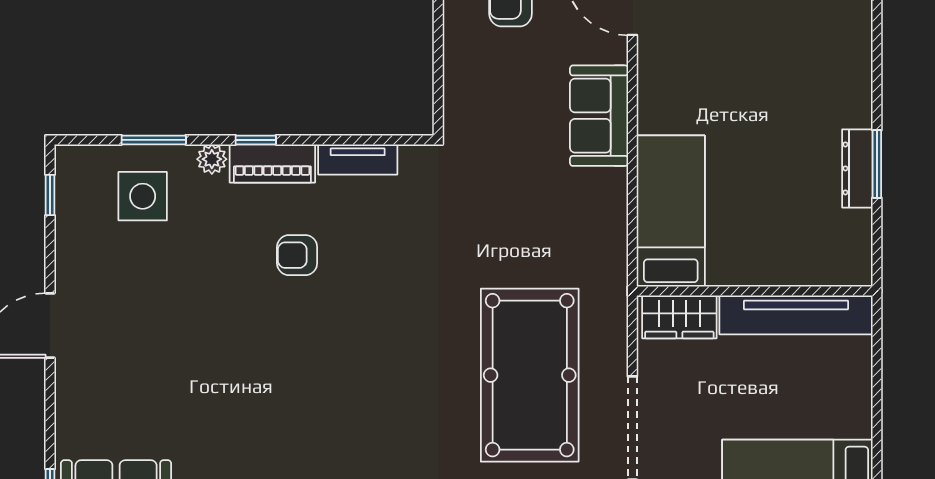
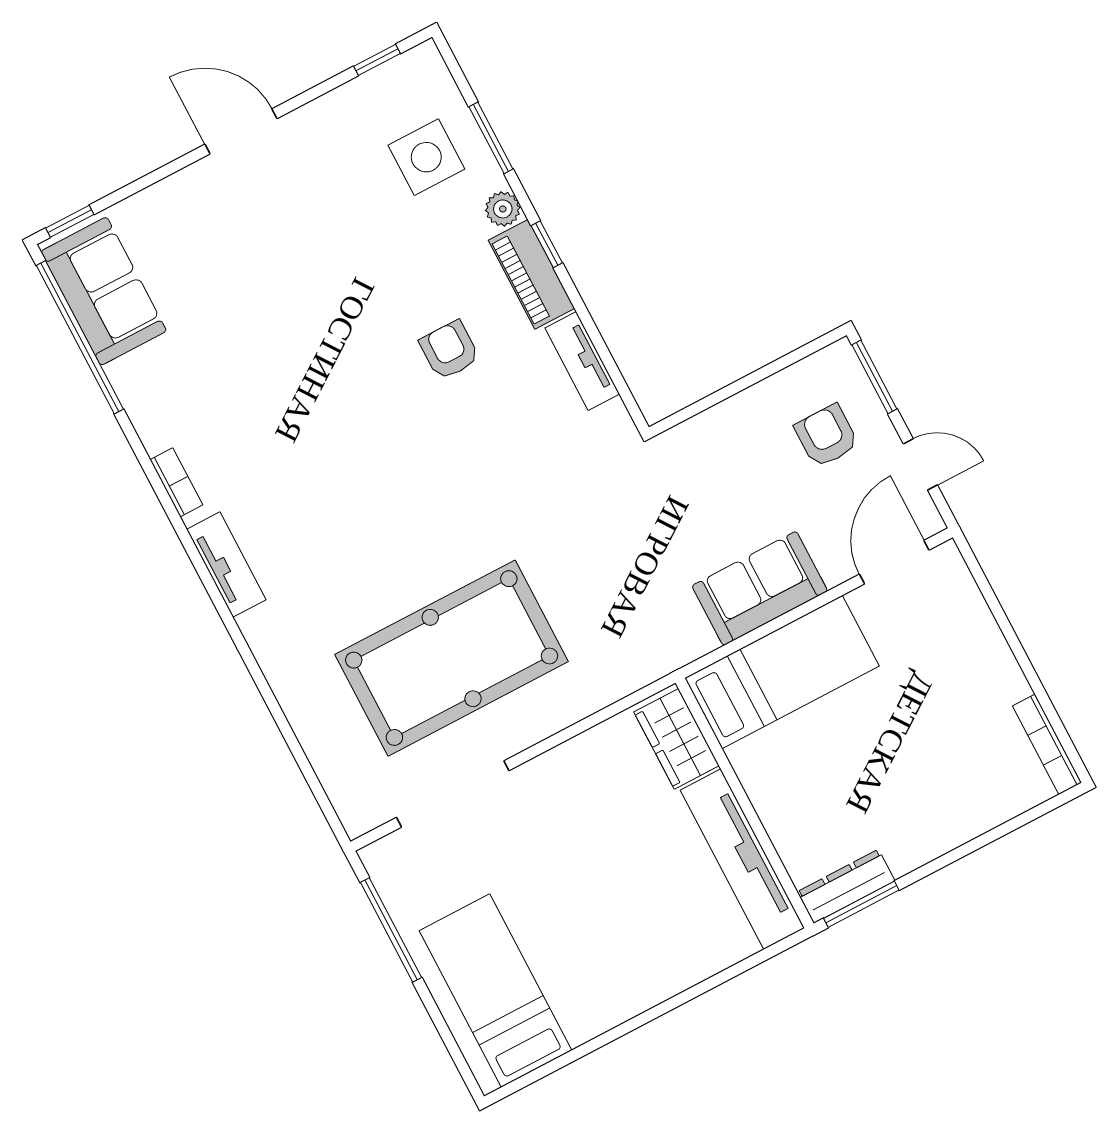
bed: (671, 211) -> (782, 672), moved
wall: (755, 291) -> (745, 803), moved
tv unit: (796, 315) -> (742, 859), moved
wardrobe: (679, 317) -> (677, 739), moved

